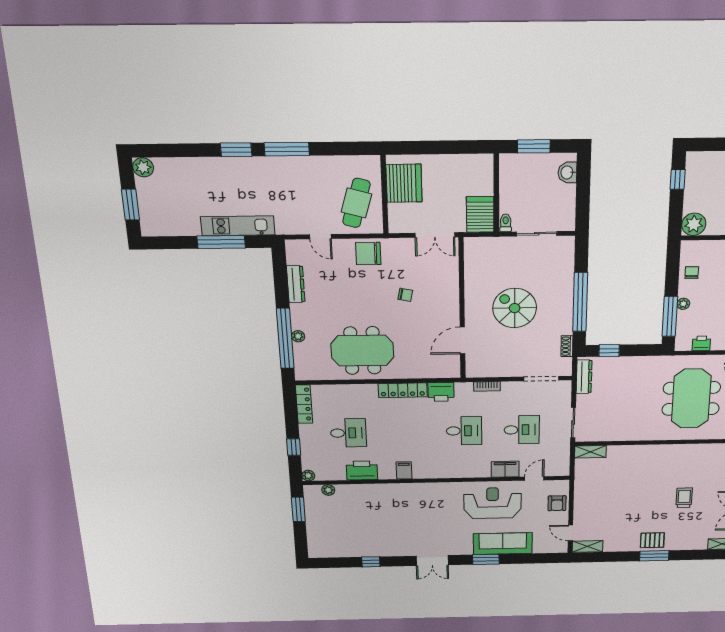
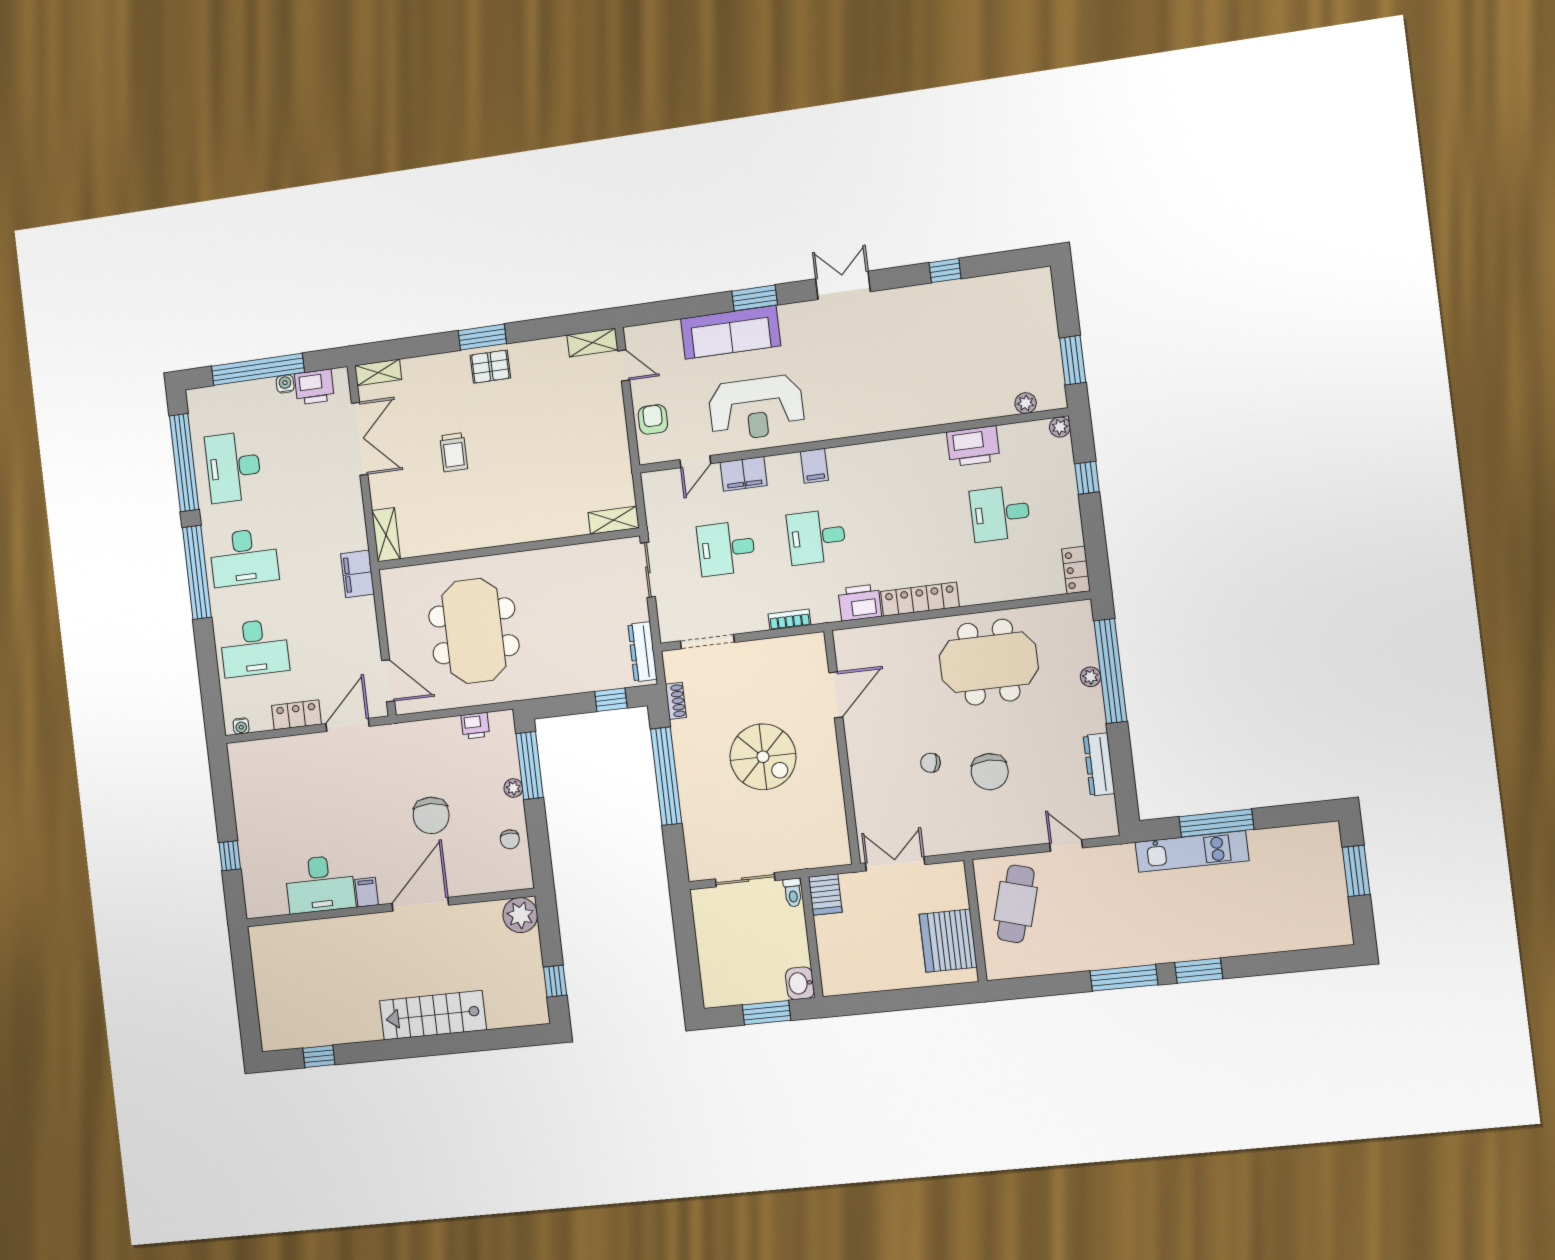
plant: (143, 167) -> (1337, 931), removed
washbasin: (567, 172) -> (800, 983), moved, turned 180
server rack: (480, 214) -> (825, 894), width x0.73, depth x0.70
chair: (368, 253) -> (990, 772), moved, turned 90
locker: (304, 404) -> (1076, 570), width x0.66
filing cabinet: (404, 470) -> (814, 466), moved

